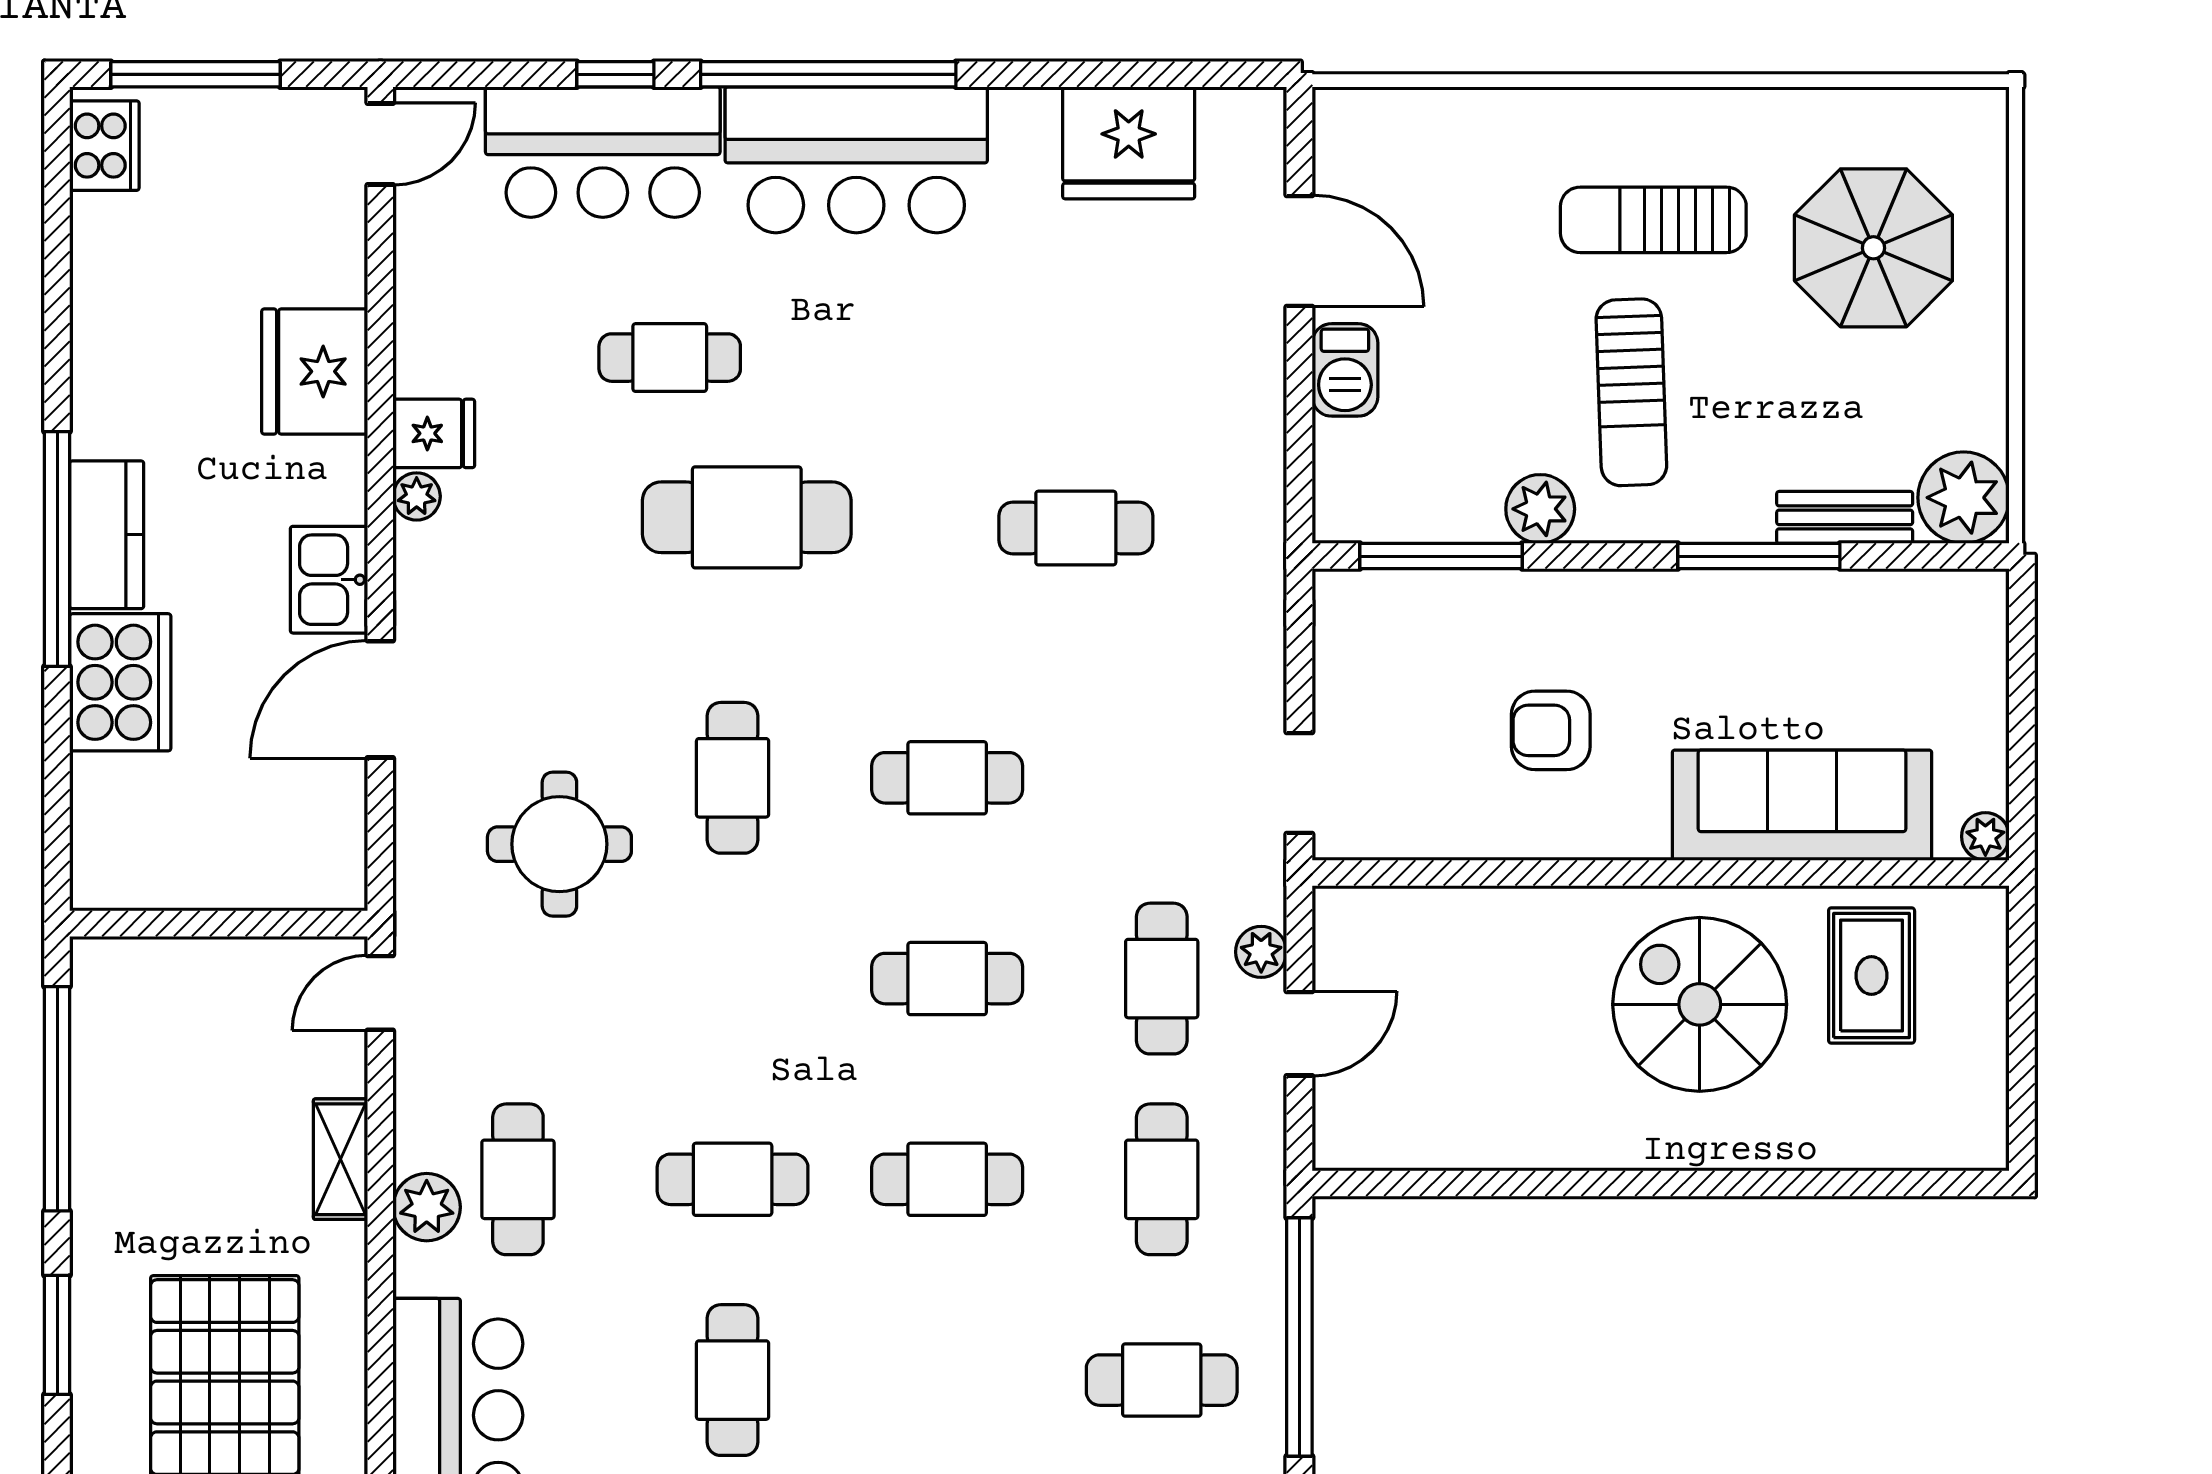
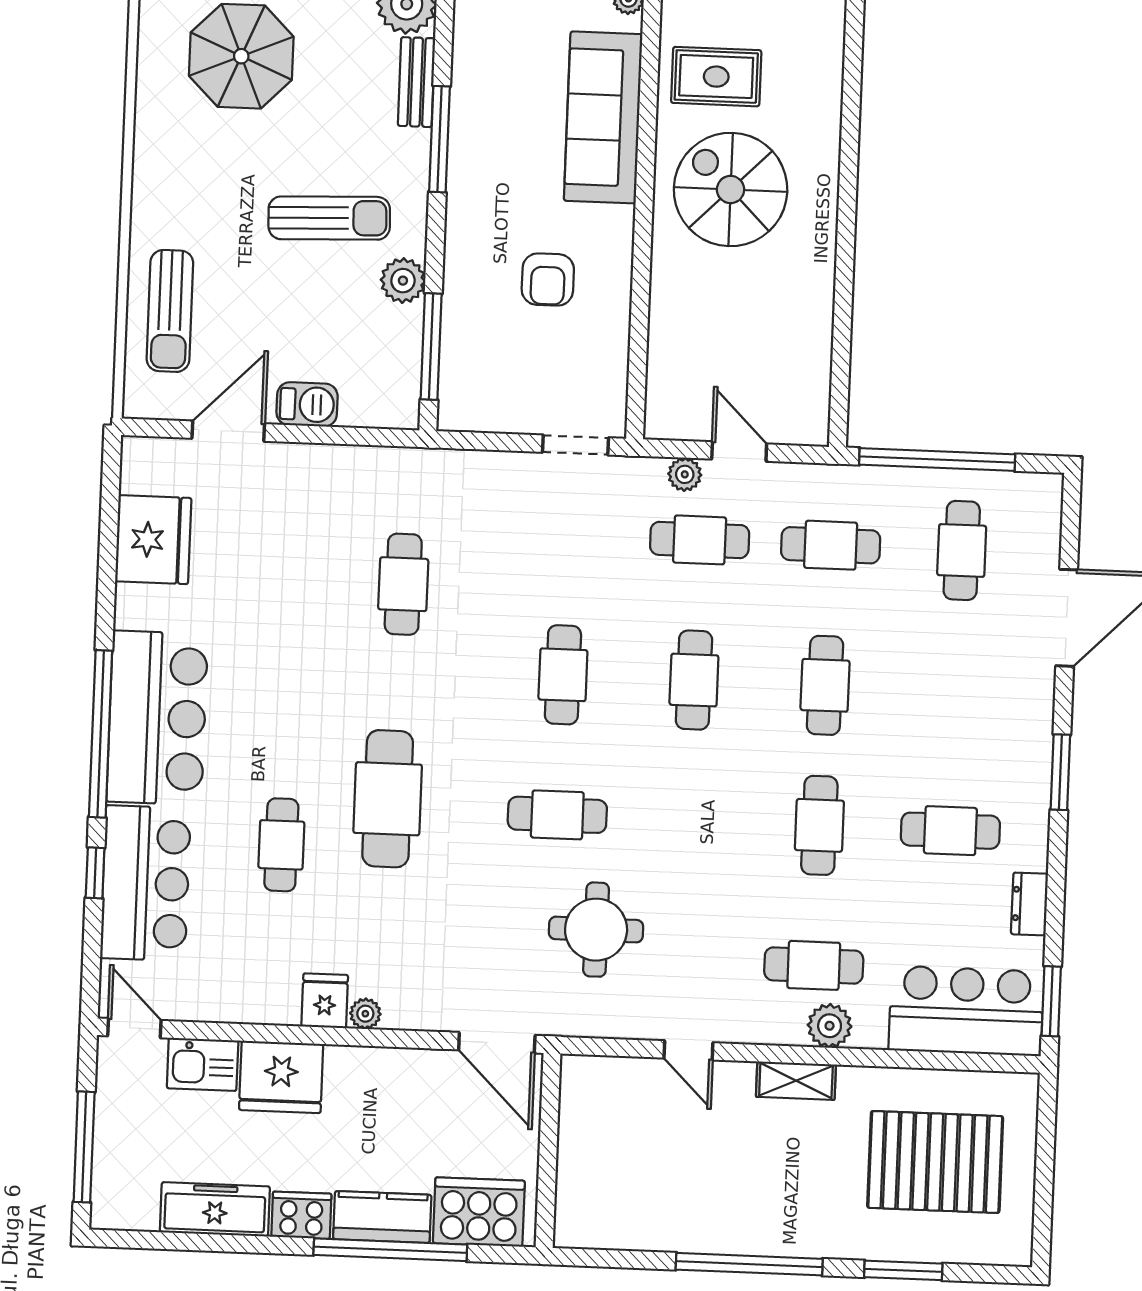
cooker: (104, 146) -> (301, 1215), moved
sun lounger: (1653, 220) -> (170, 311), moved
freezer: (108, 278) -> (215, 1209), added
kitchen sink: (329, 580) -> (203, 1064), moved
wall: (219, 924) -> (548, 1150), moved
spiral stairs: (1700, 1004) -> (731, 189), turned 90

